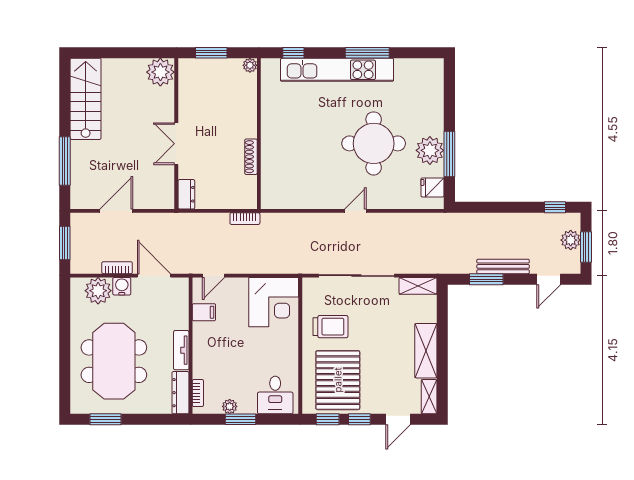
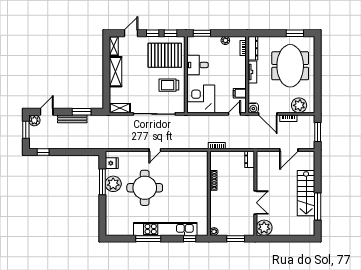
stairs: (86, 99) -> (306, 193), moved
double door: (176, 144) -> (255, 203), moved
window: (65, 161) -> (318, 206), moved
plant: (571, 240) -> (34, 120), moved
water cooler: (122, 286) -> (253, 108), moved
pallet: (338, 380) -> (165, 55), turned 90
desk: (275, 395) -> (197, 65), moved, turned -90
window: (240, 419) -> (202, 33), moved

